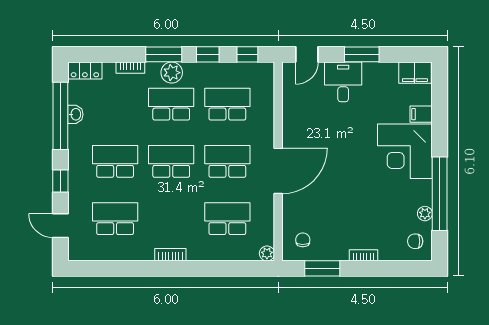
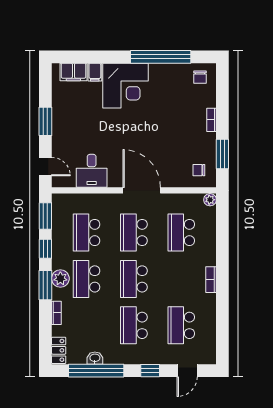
window: (247, 54) -> (45, 216), width x1.50
filing cabinet: (415, 73) -> (73, 72), moved, turned 90
desk: (343, 82) -> (92, 171), moved, turned -90
plant: (425, 214) -> (177, 69), removed

